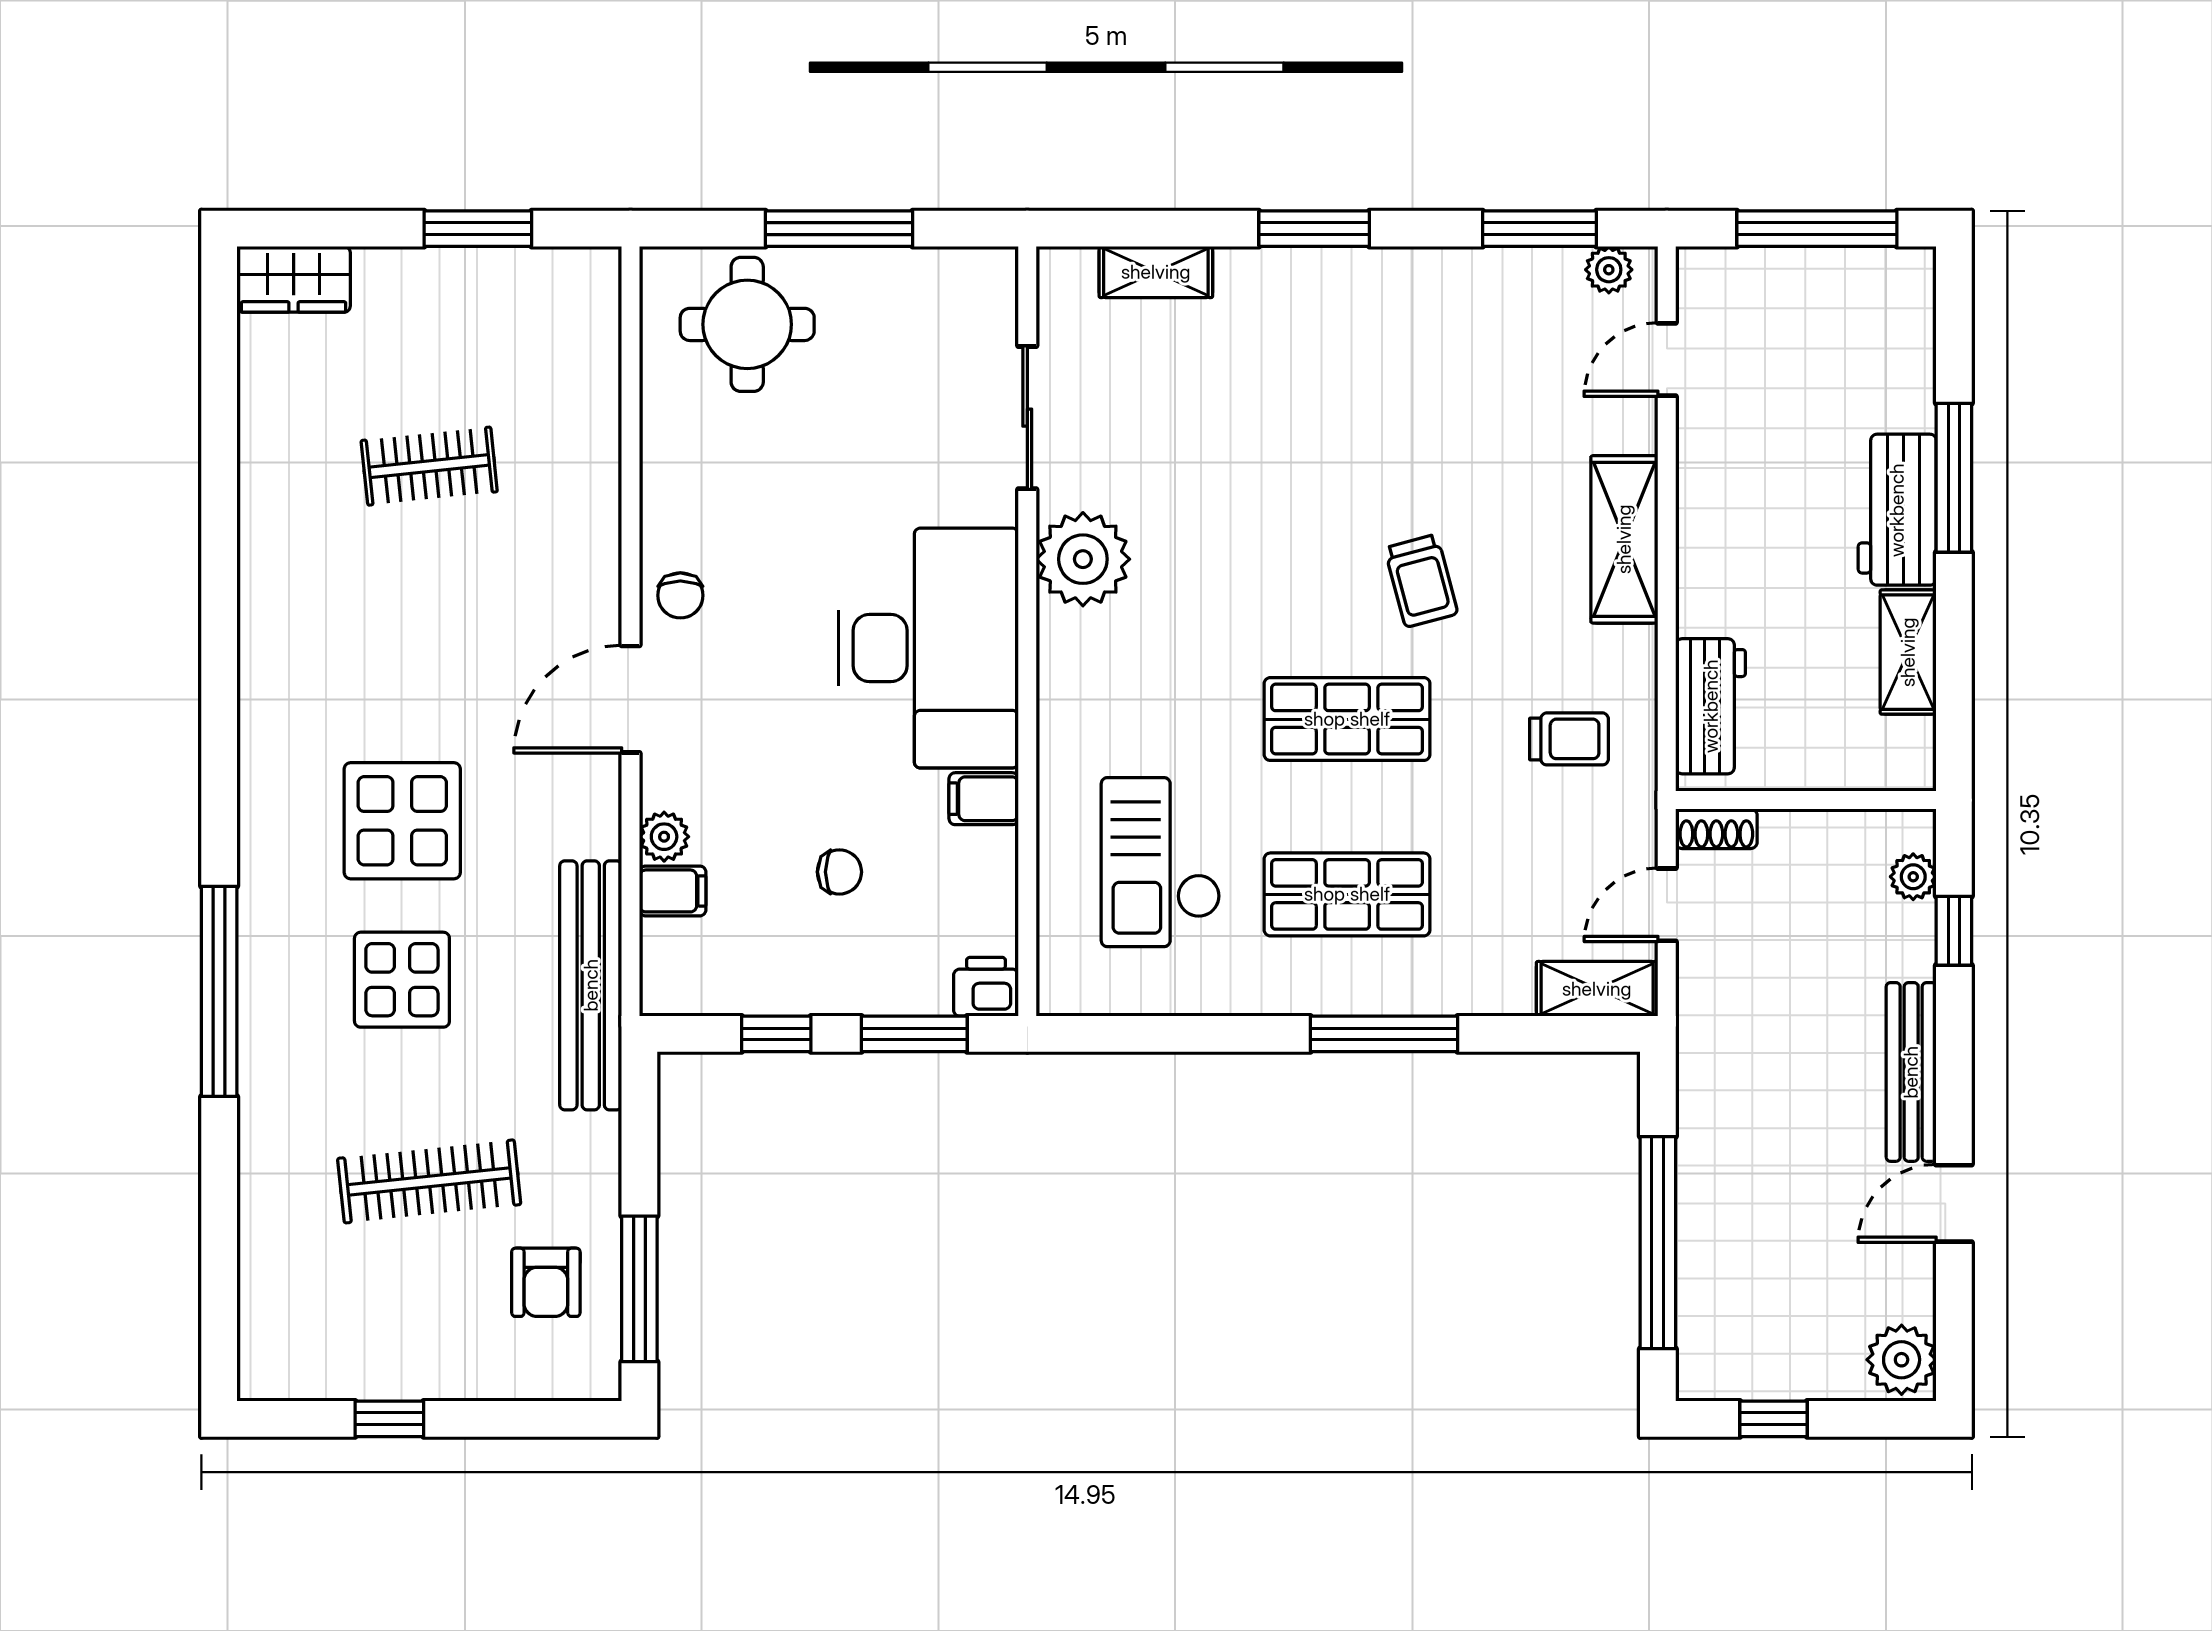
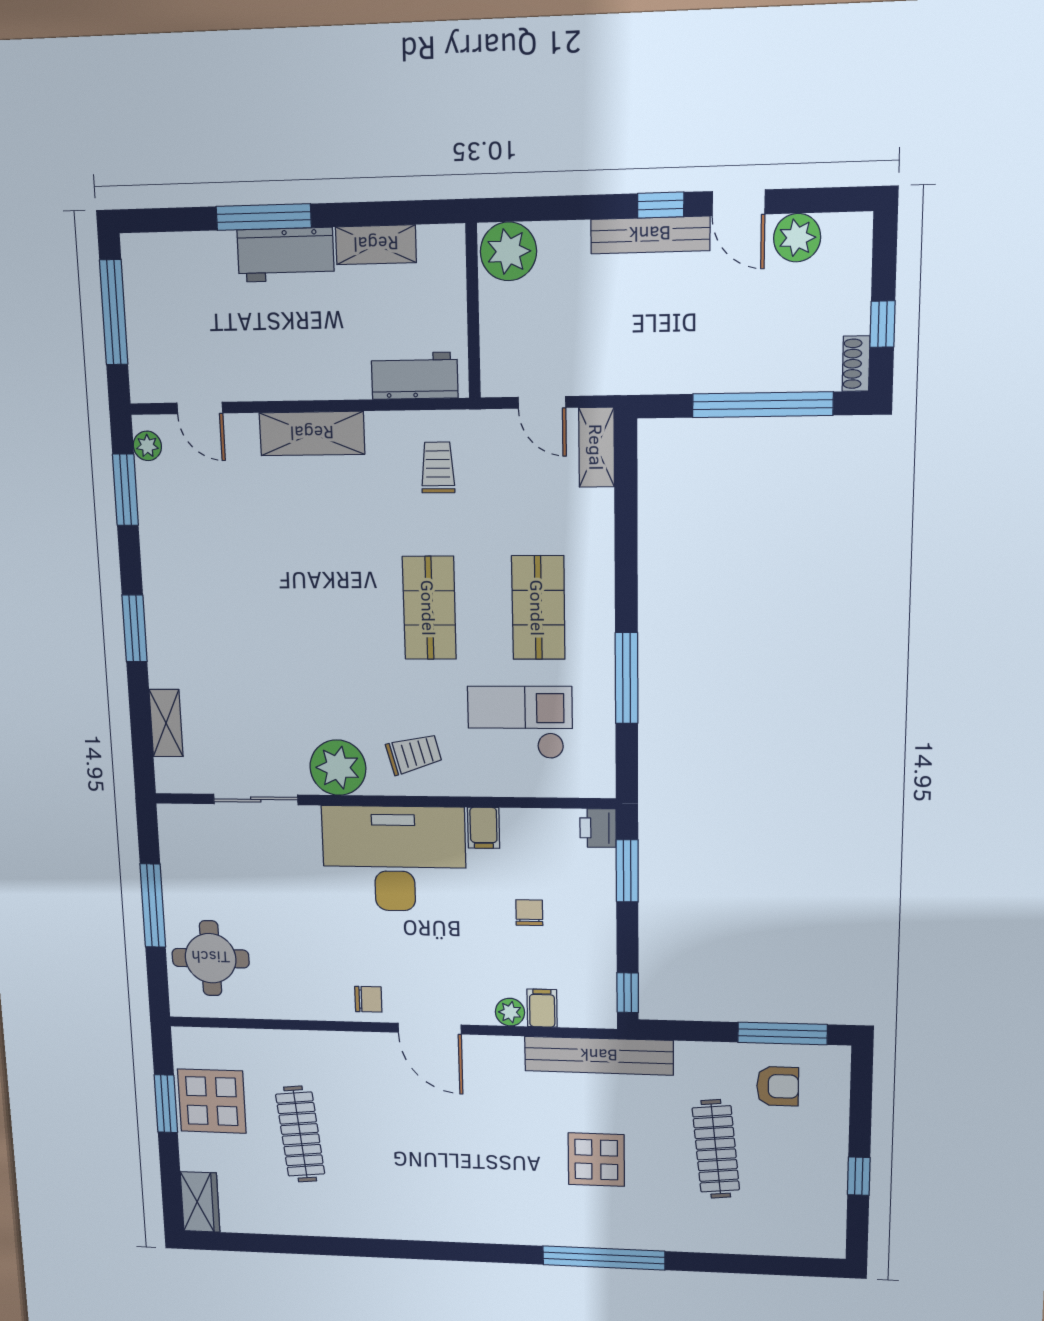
clothes rail: (429, 466) -> (300, 1134), width x1.36
trolley: (1421, 581) -> (414, 754), moved
display table: (402, 821) -> (212, 1101), moved
shoe rack: (1716, 829) -> (856, 364), moved, turned 180
checkout: (1161, 862) -> (520, 722), turned 180
plant: (1913, 877) -> (508, 251), width x1.88, depth x1.88
window: (1954, 931) -> (661, 205), moved
window: (776, 1034) -> (628, 993), moved
window: (1384, 1034) -> (627, 678), moved
plant: (1902, 1360) -> (797, 238), moved

